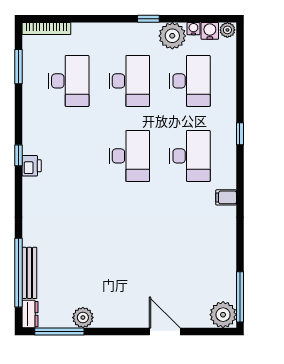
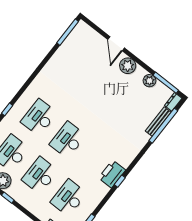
printer: (32, 166) -> (112, 174), width x1.87, depth x1.48
filing cabinet: (226, 197) -> (37, 84), removed
plant: (223, 315) -> (128, 66), moved

